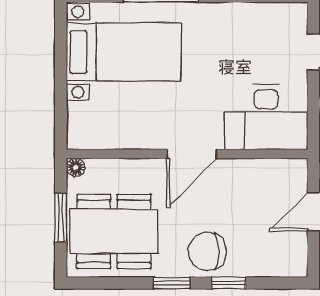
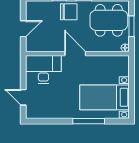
door: (192, 154) -> (75, 54), hinge flipped

